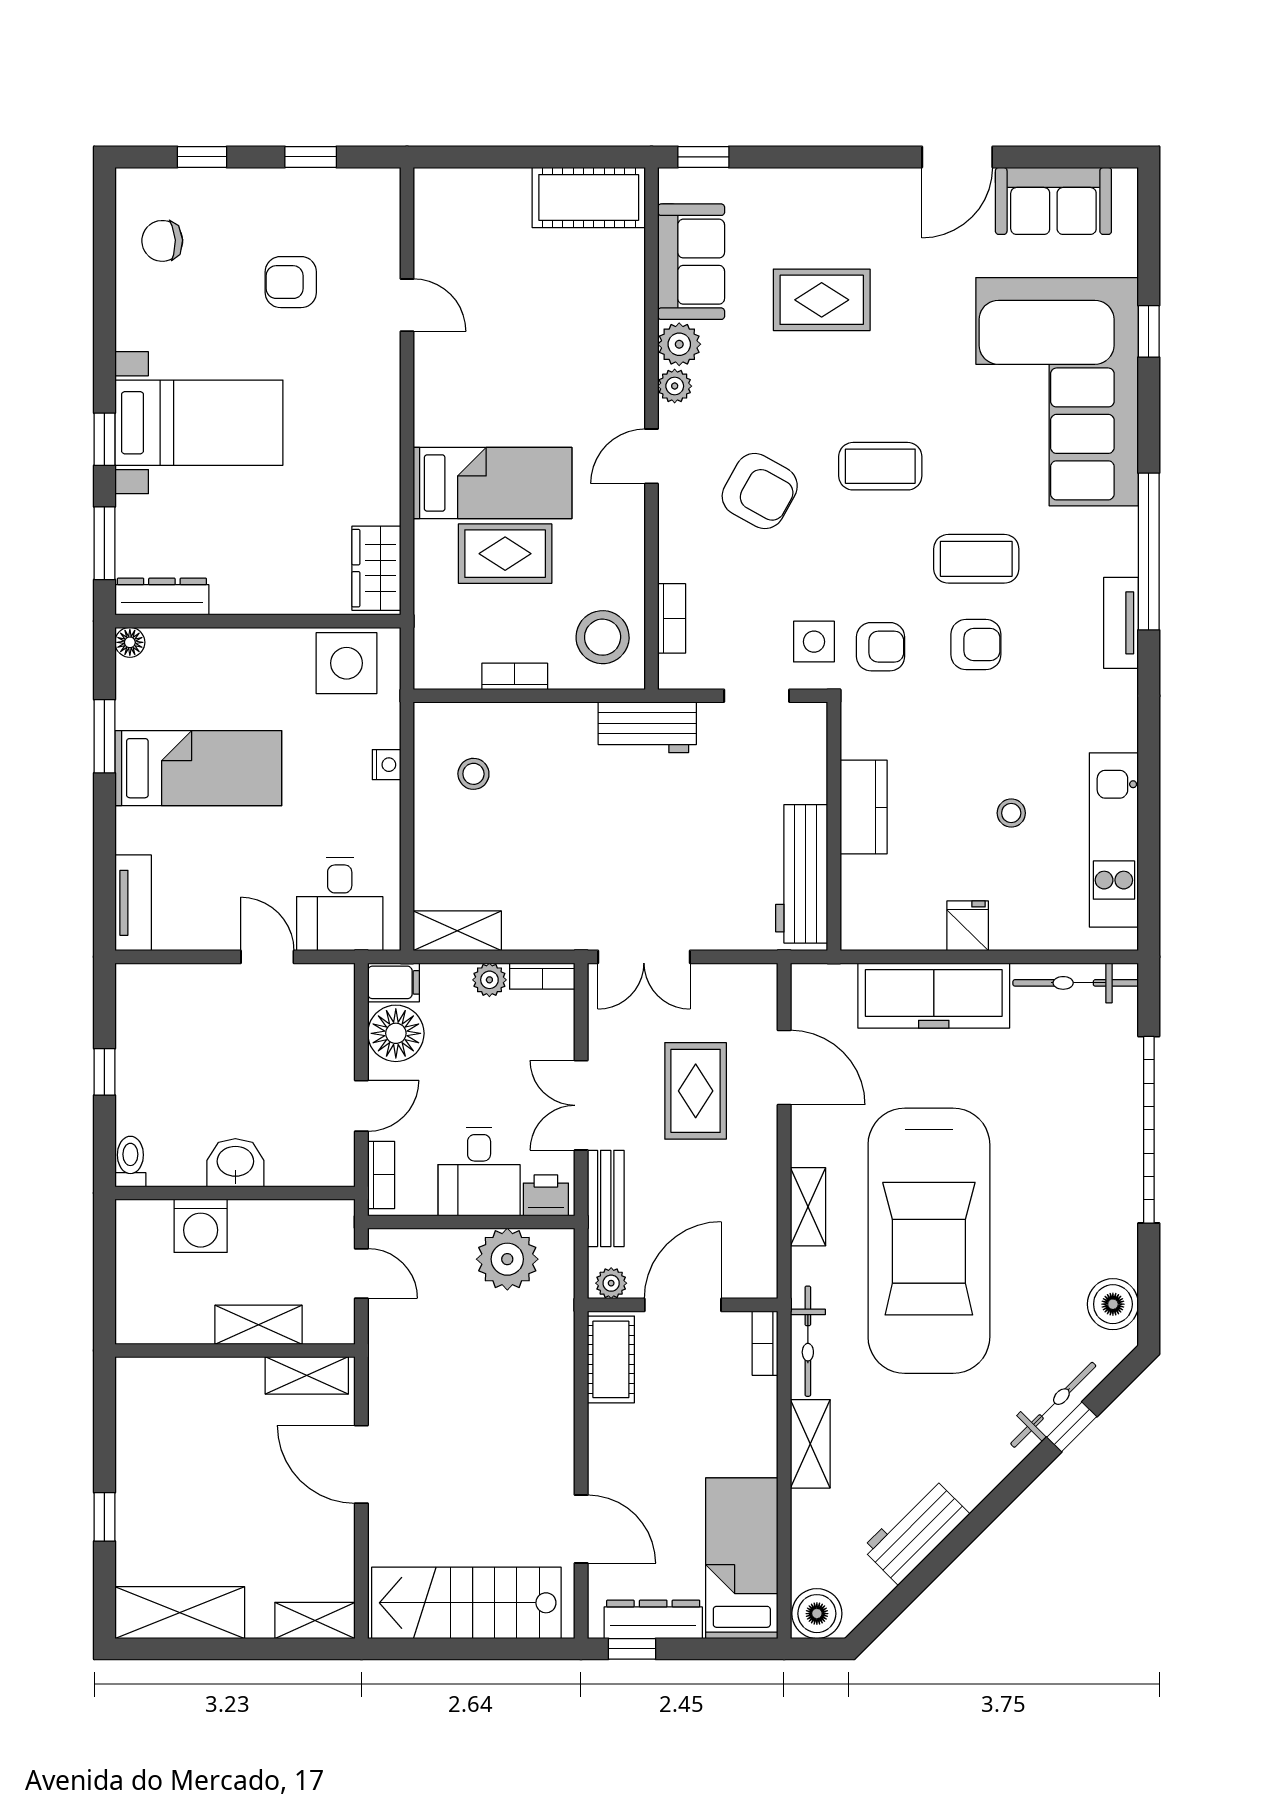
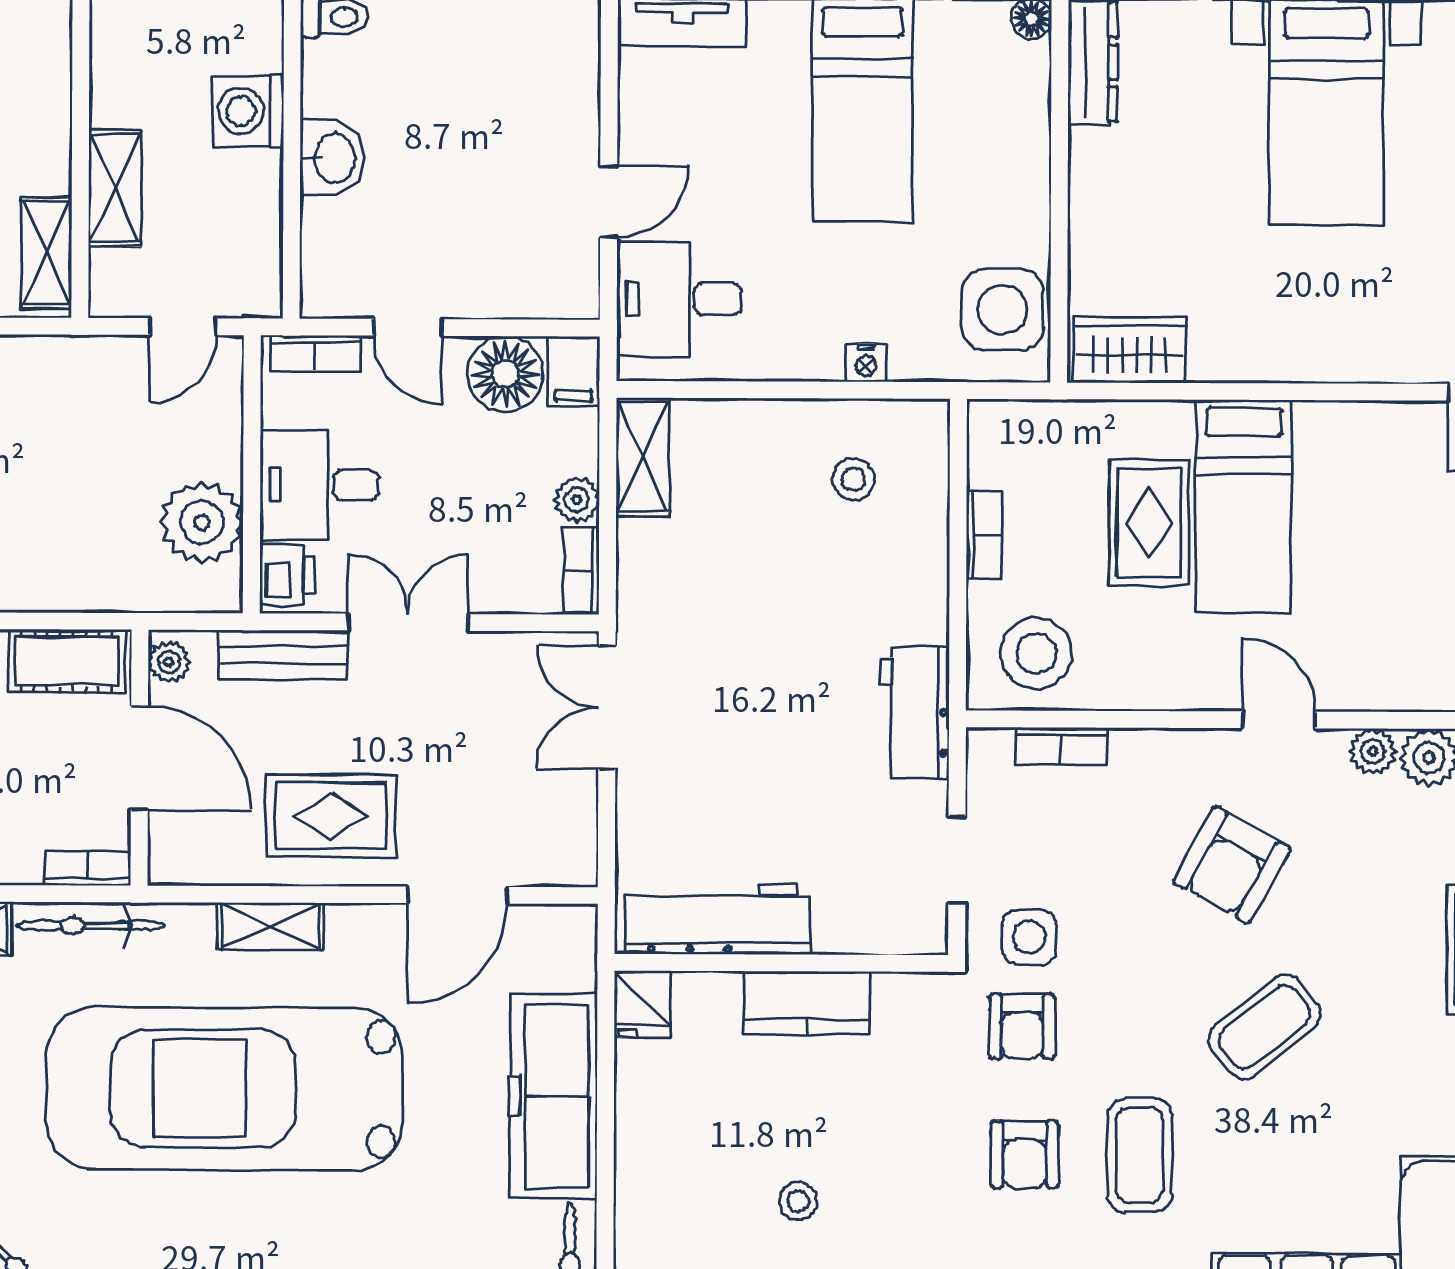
coffee table: (880, 466) -> (1264, 1027), turned 51
fridge: (968, 926) -> (642, 1004), moved, turned 90
rug: (696, 1091) -> (331, 816), moved

